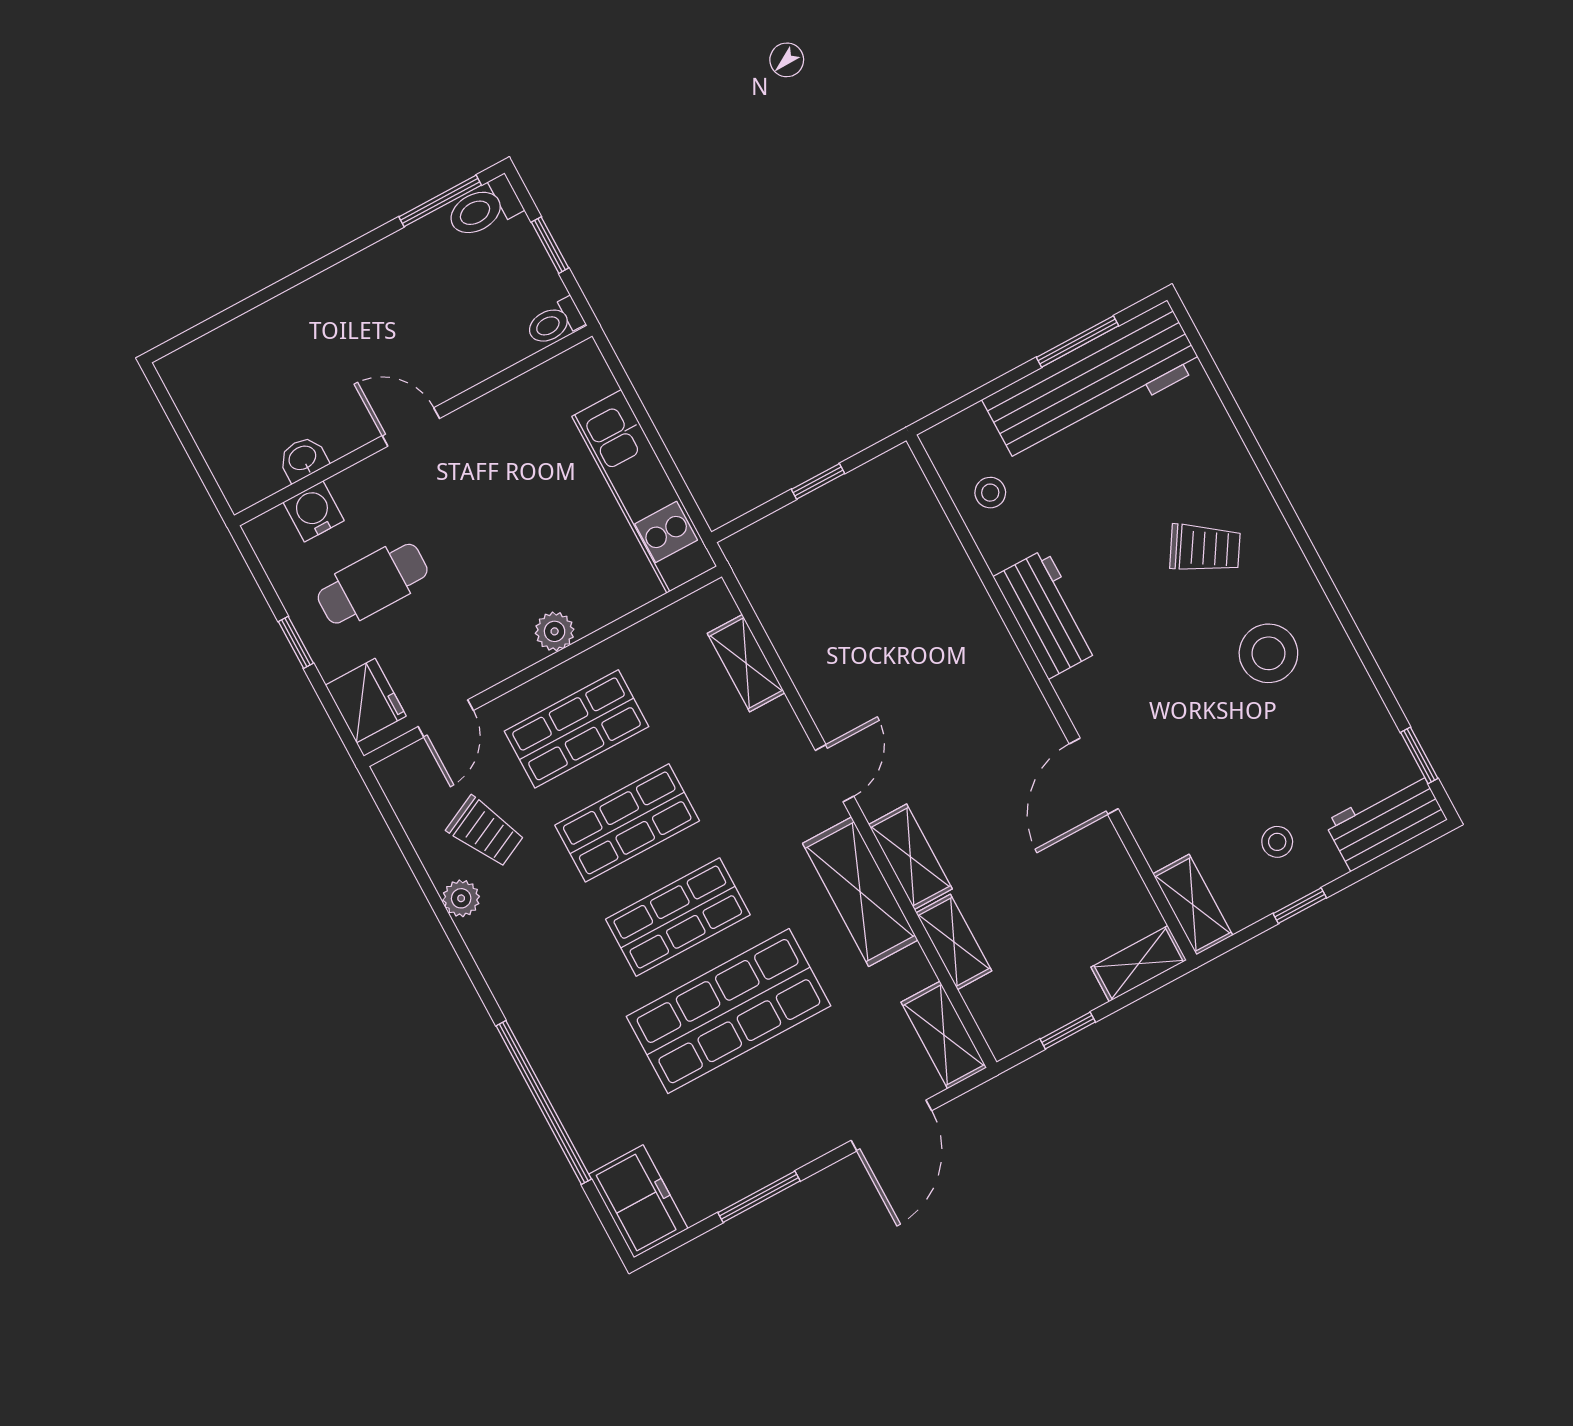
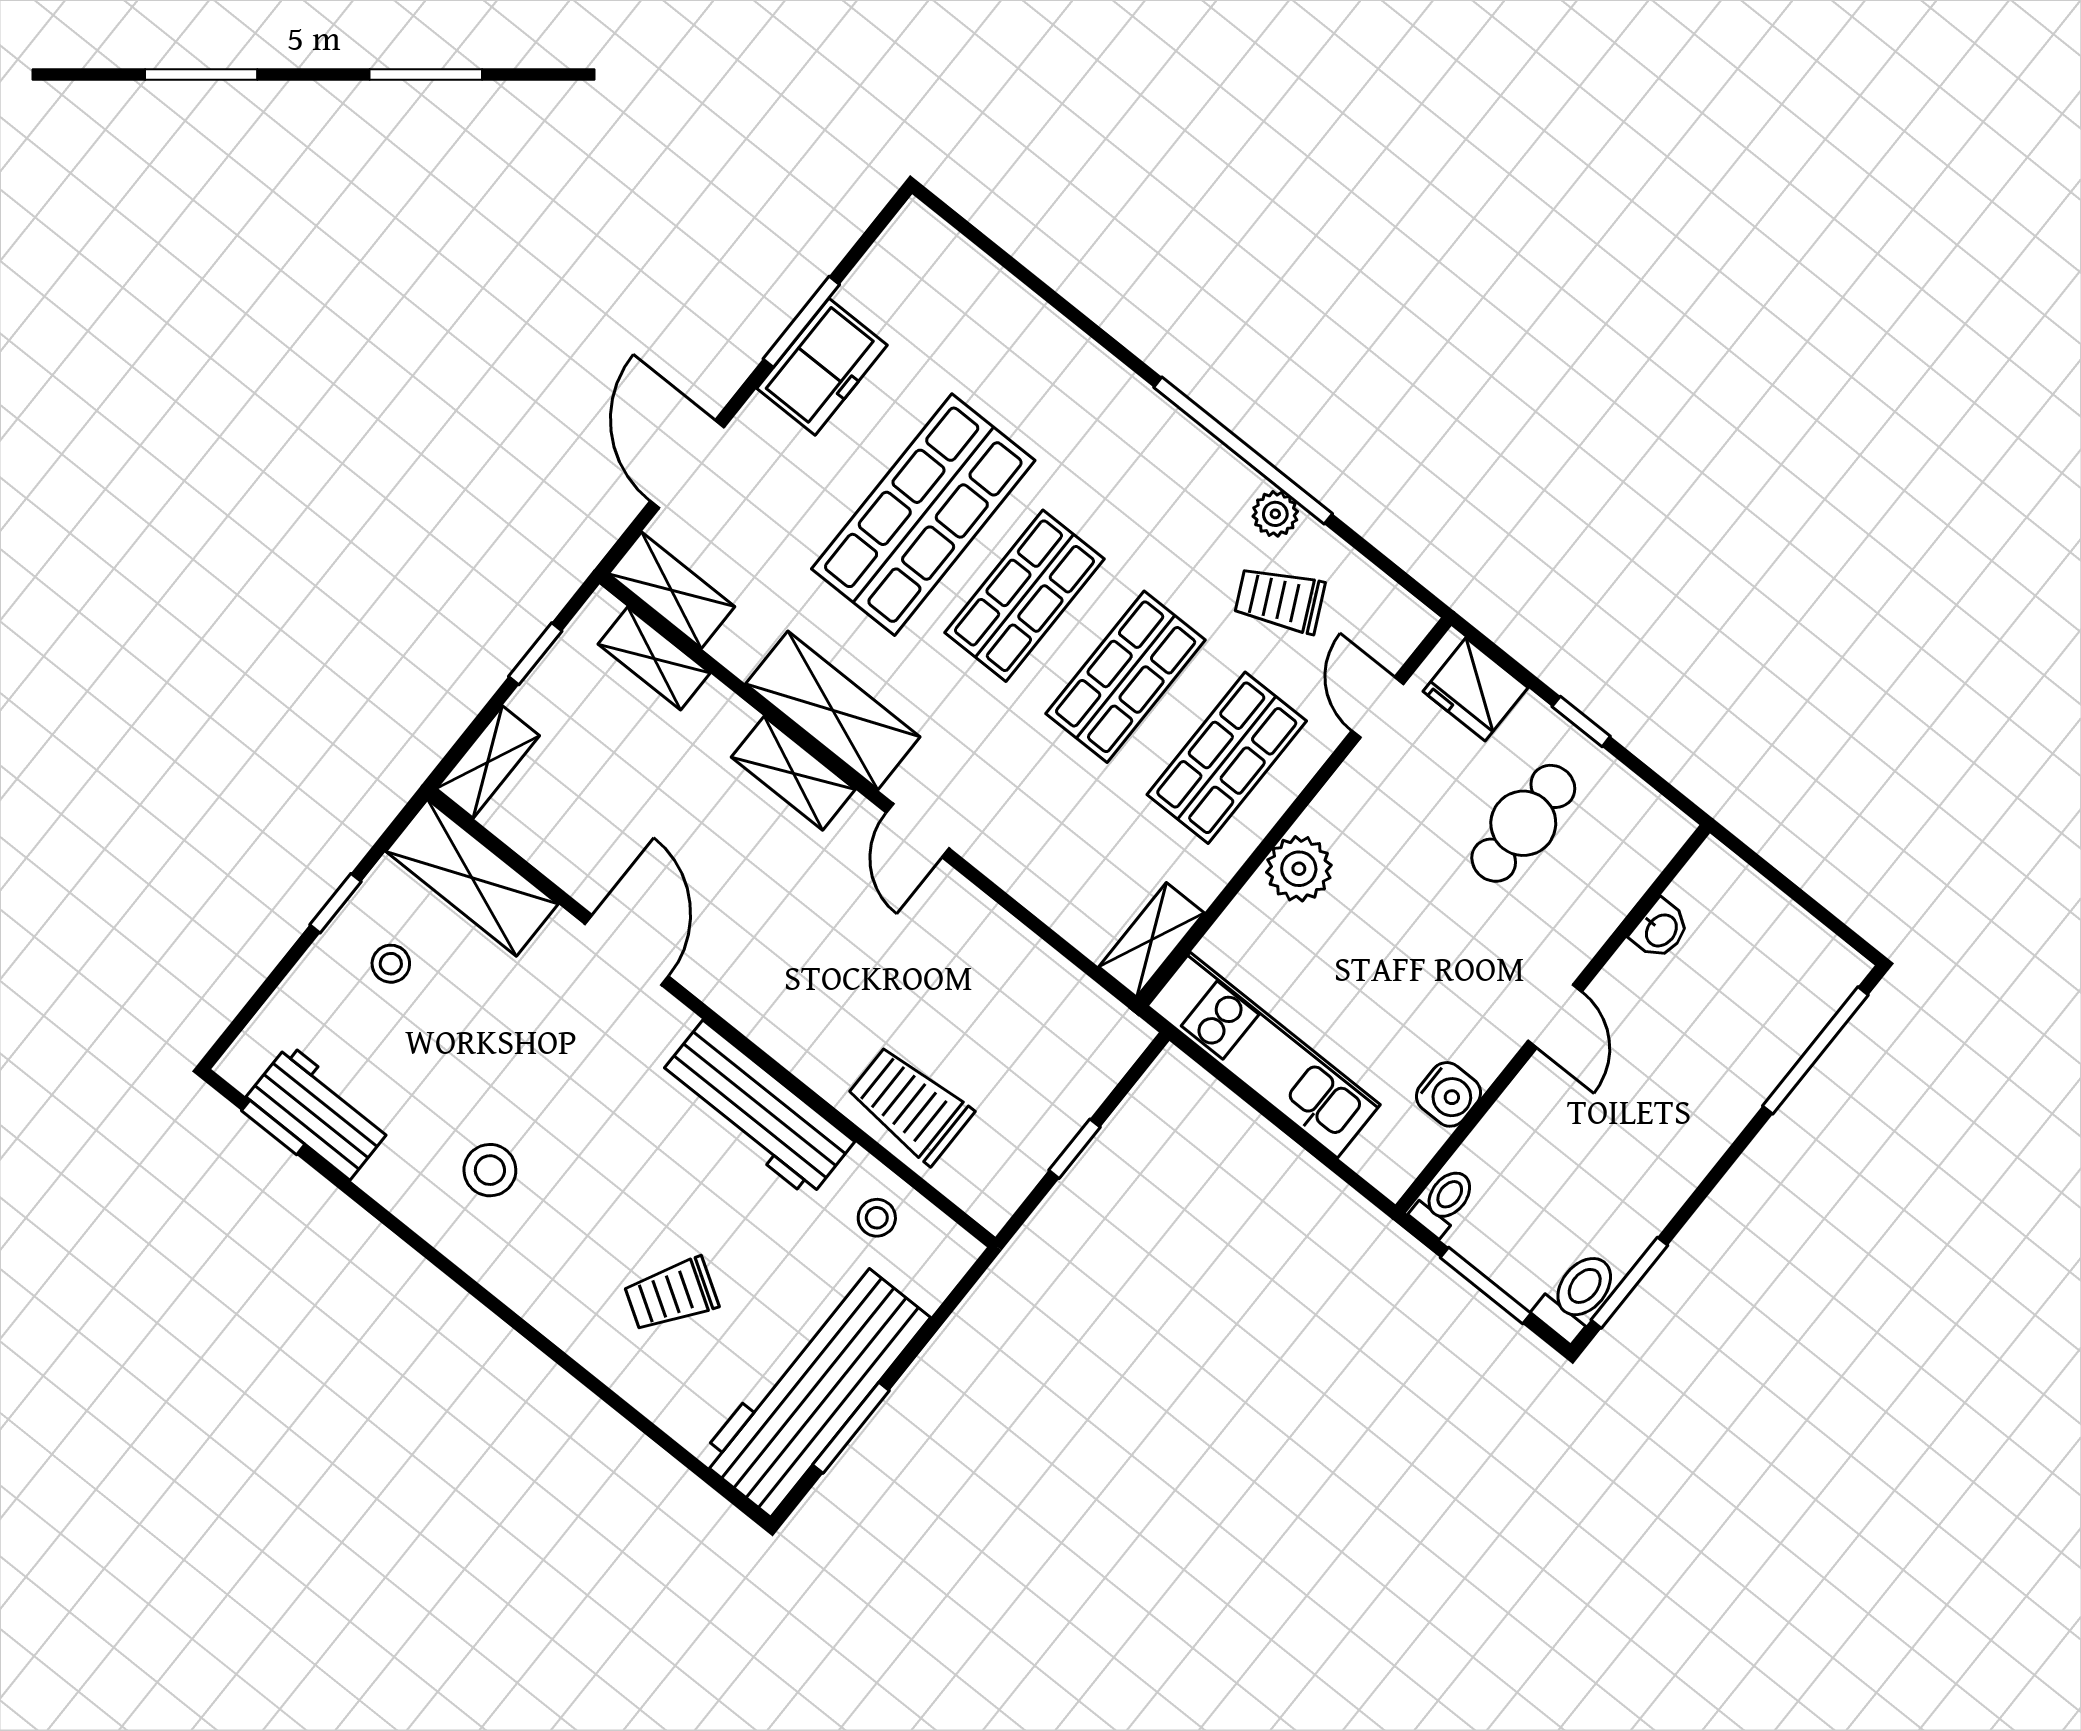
window: (550, 245) -> (1486, 1286), width x1.50
window: (224, 317) -> (1815, 1050), added
door: (411, 427) -> (1555, 1016), hinge flipped
water cooler: (314, 511) -> (1448, 1094), moved
trolley: (1205, 548) -> (671, 1295), moved
trolley: (929, 568) -> (910, 1105), added
workbench: (1047, 614) -> (756, 1109), width x1.37
plant: (555, 631) -> (1299, 869), width x1.38, depth x1.38
stool: (1268, 653) -> (490, 1170), width x0.73, depth x0.73
shelving: (746, 663) -> (1152, 940), moved, turned 90
workbench: (1386, 821) -> (319, 1112), moved, turned -90
shelving: (1193, 905) -> (472, 878), width x1.50, depth x1.33
shelving: (954, 942) -> (654, 658), moved
window: (544, 1102) -> (1243, 451), moved
freezer: (638, 1201) -> (822, 367), moved, turned -90

